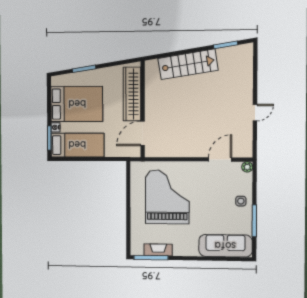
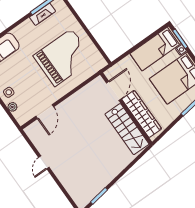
stairs: (188, 64) -> (127, 129), moved, turned -81
plant: (247, 167) -> (12, 107), moved
grand piano: (167, 197) -> (63, 58), turned -90

